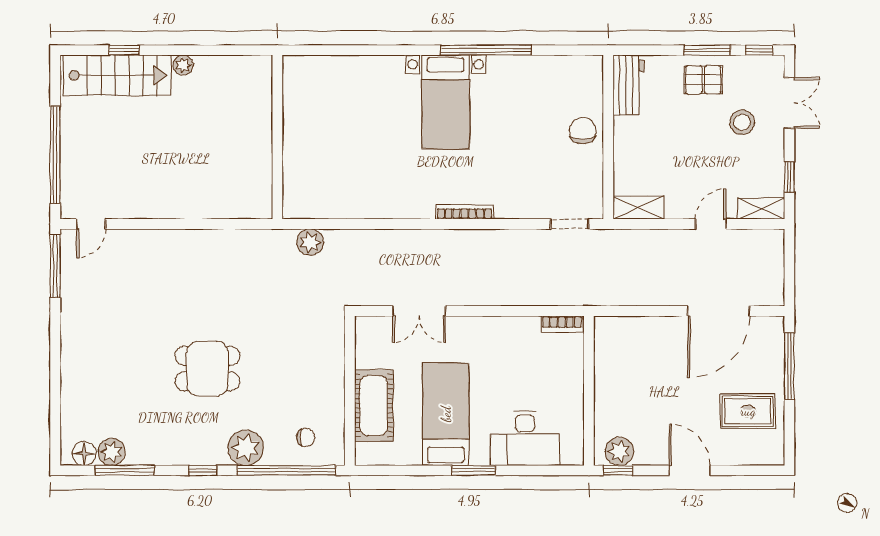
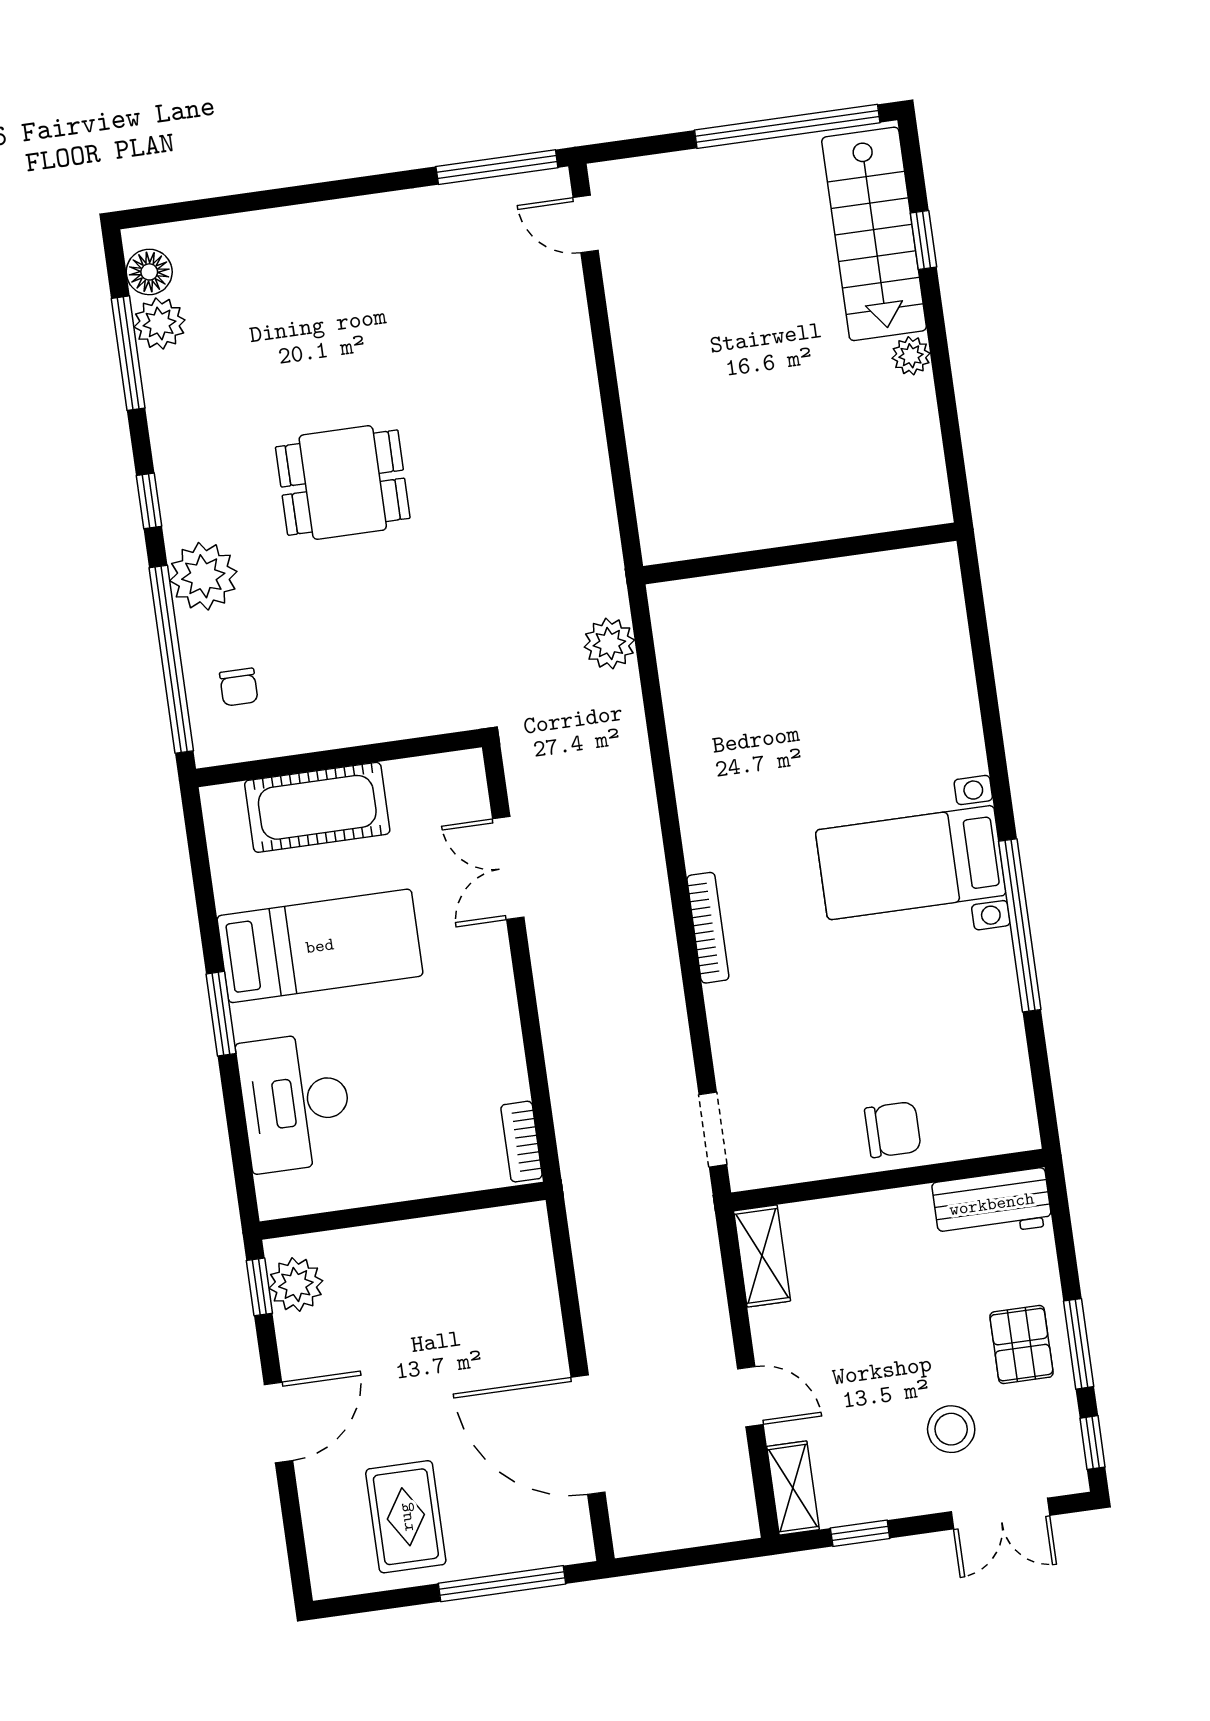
window: (55, 155) -> (787, 126), moved
dining table: (207, 369) -> (343, 483), turned 90

